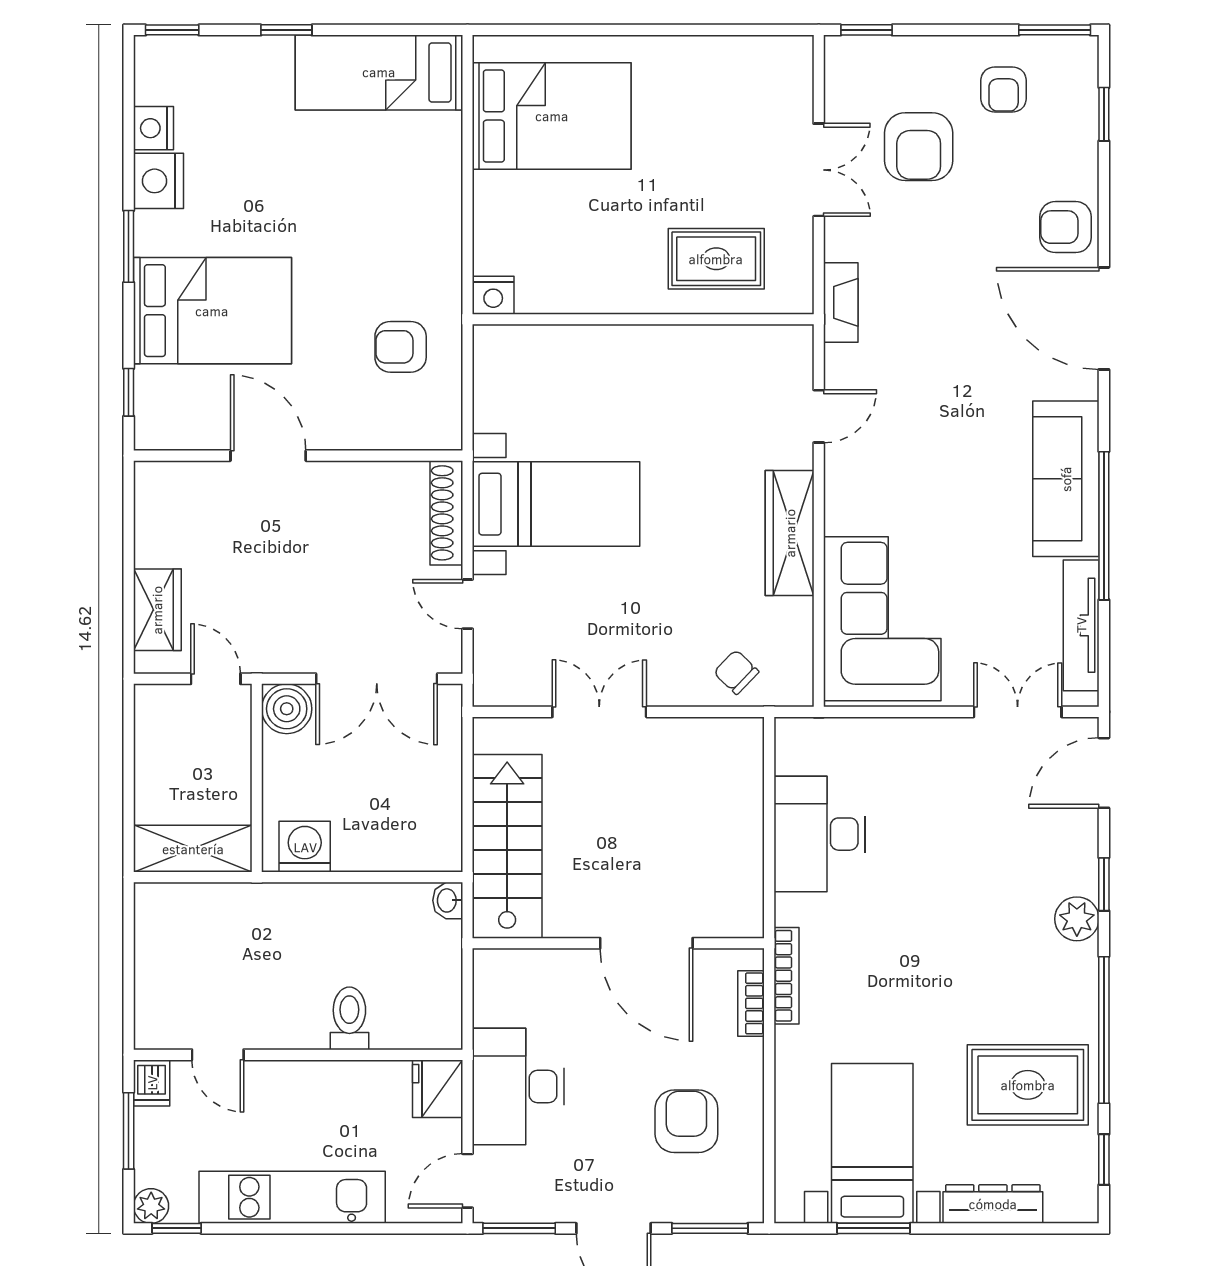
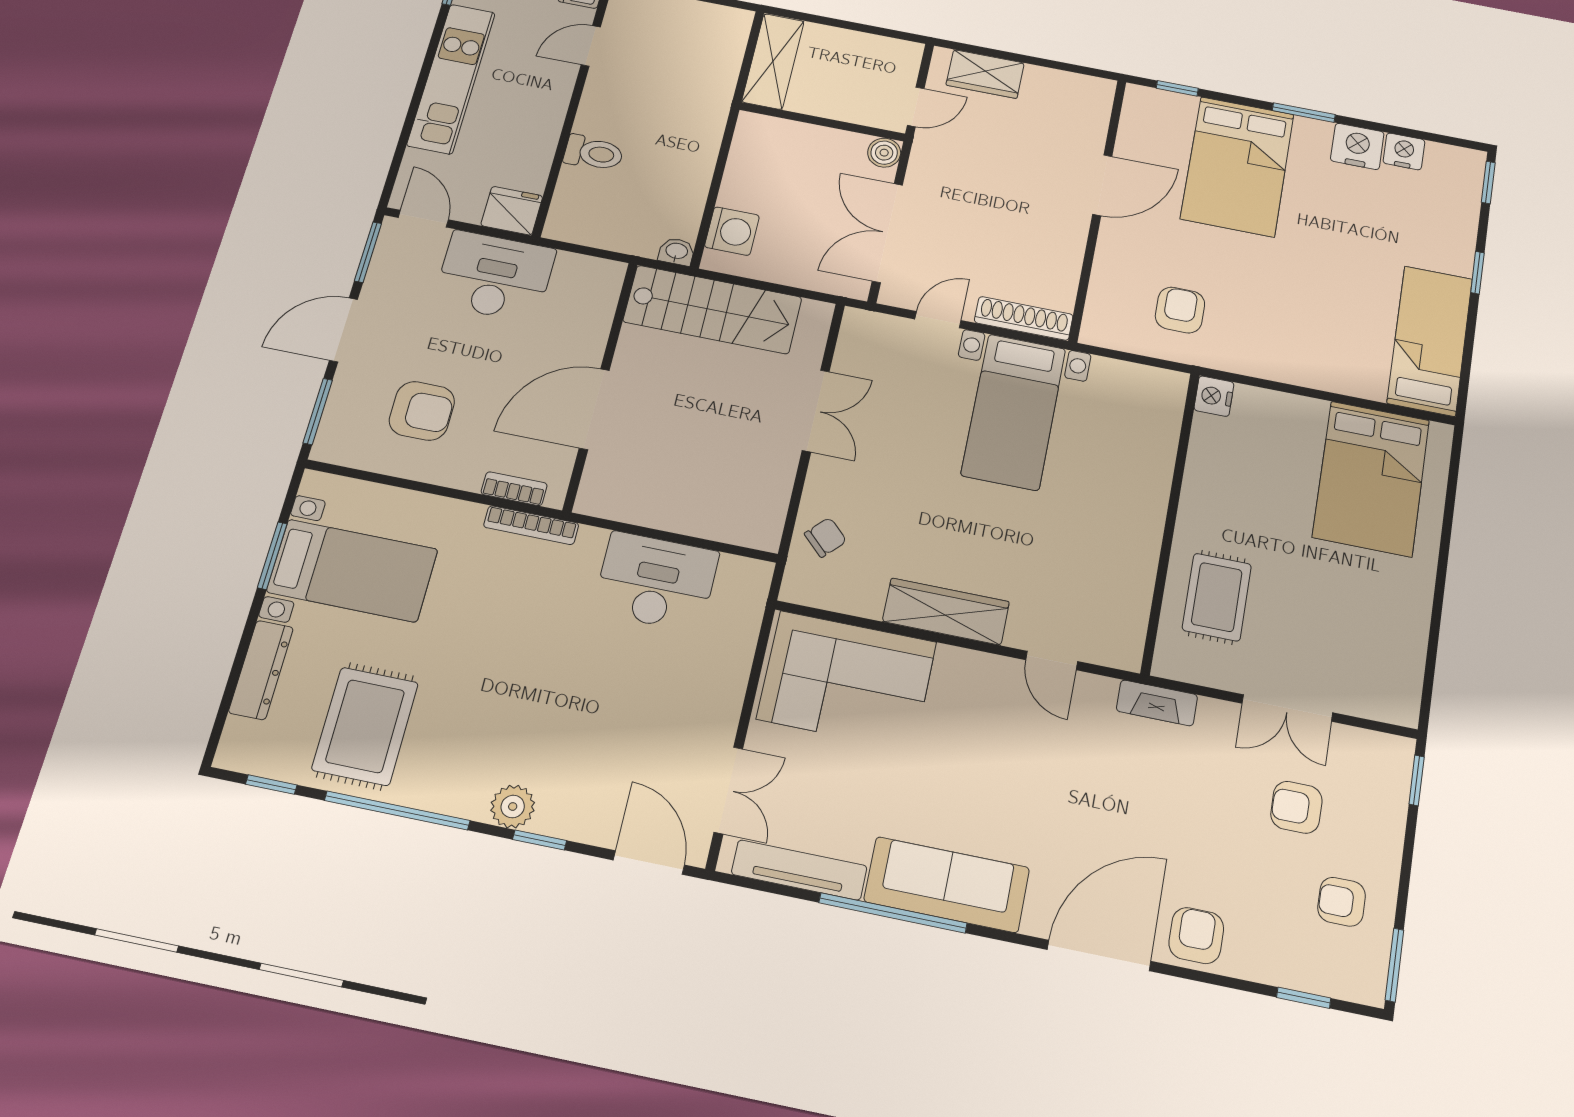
armchair: (919, 147) -> (1296, 807), width x0.72, depth x0.72
boiler: (287, 709) -> (884, 153), width x0.73, depth x0.73
washing machine: (305, 847) -> (732, 231), moved

